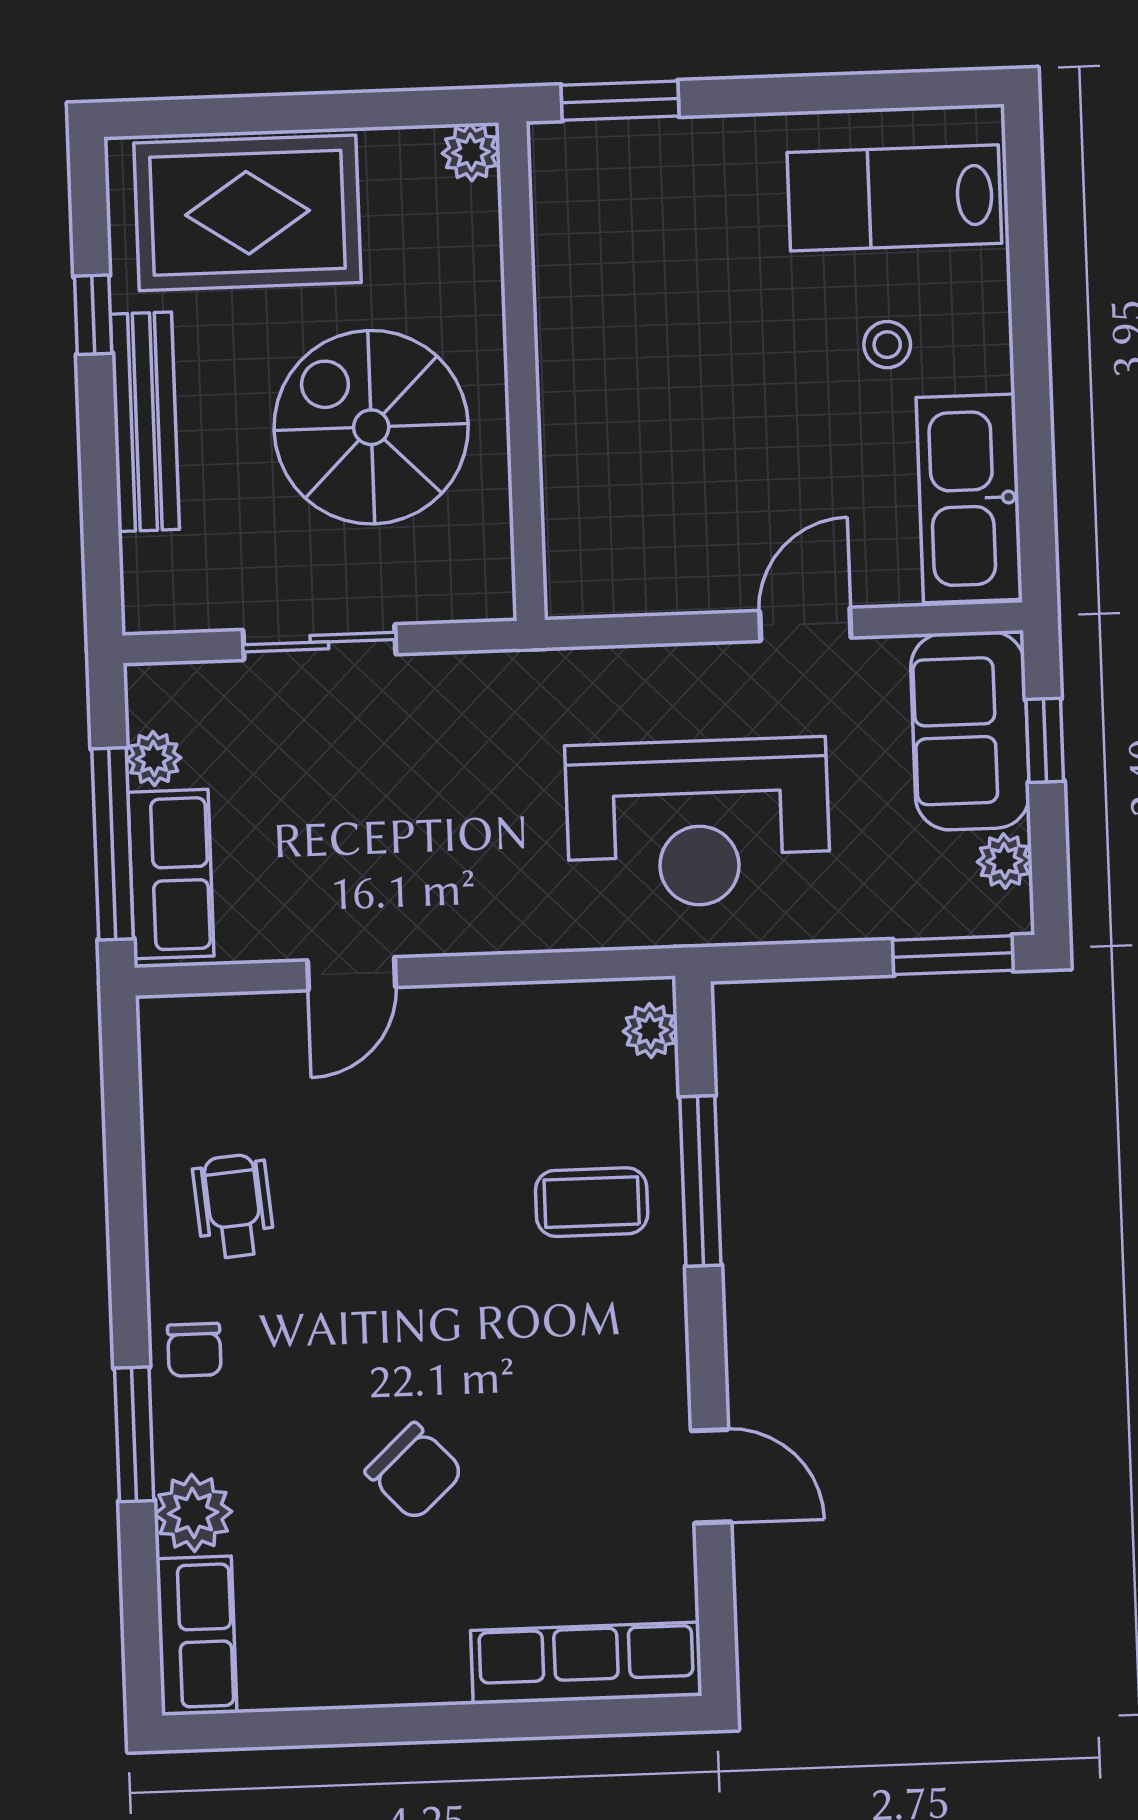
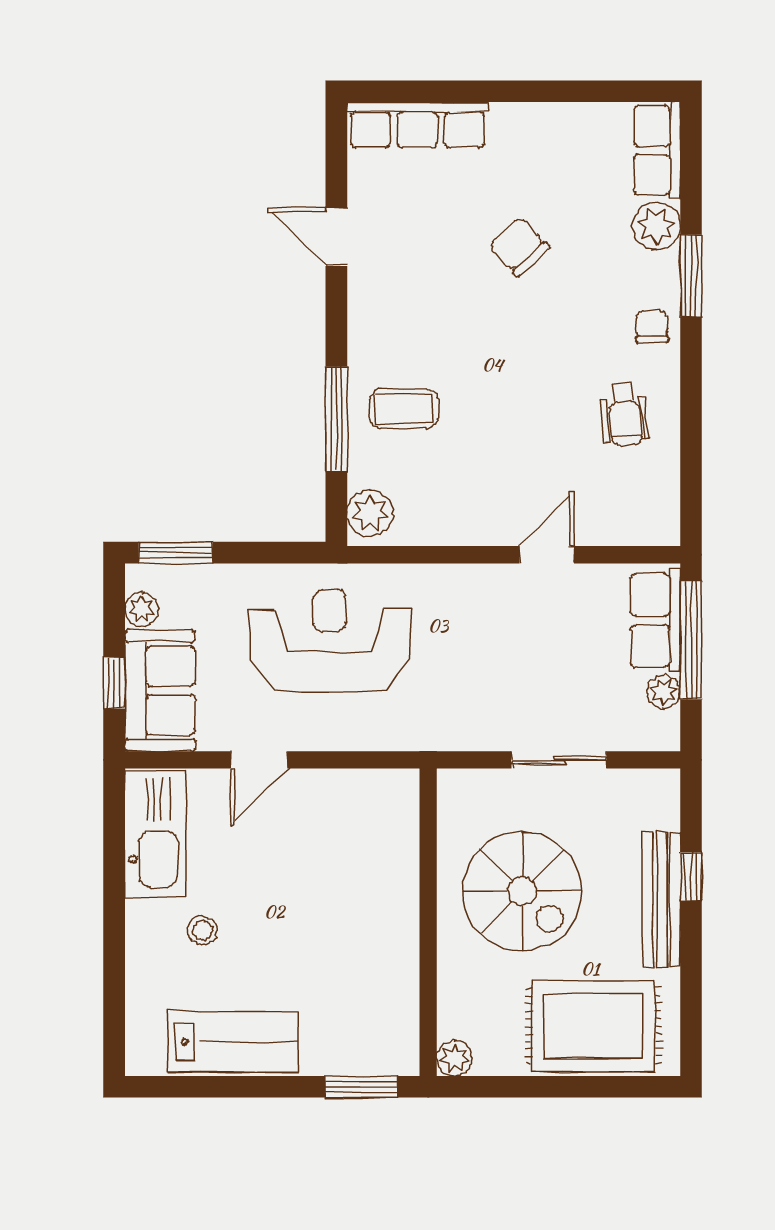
lab bench: (894, 198) -> (233, 1042), moved
window: (93, 315) -> (691, 877), moved
plant: (650, 1030) -> (370, 513), width x1.38, depth x1.38

